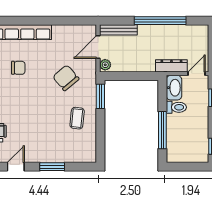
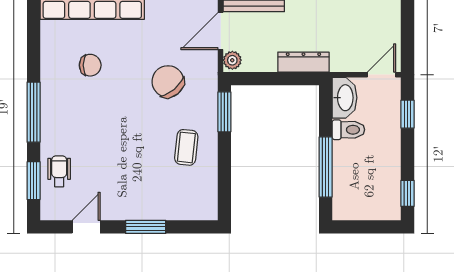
dresser: (171, 66) -> (303, 62), moved

